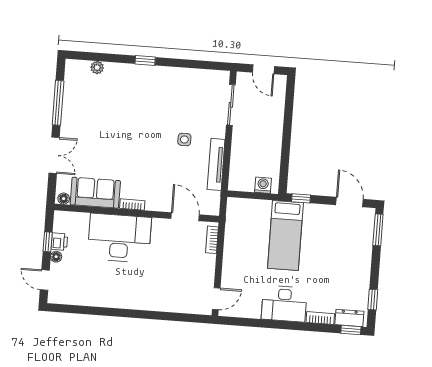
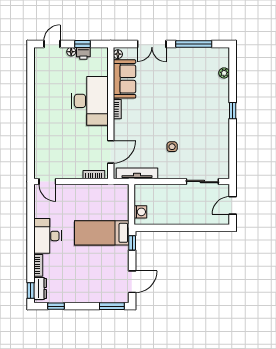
tv unit: (216, 164) -> (137, 173), moved

